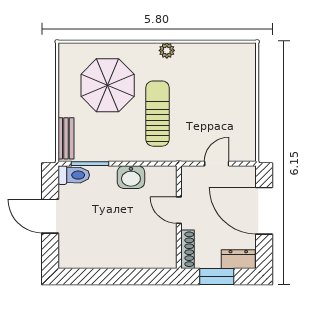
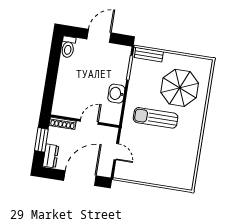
plant: (167, 50) -> (196, 131), removed
sun lounger: (158, 114) -> (156, 118), turned 180
toilet: (74, 175) -> (68, 47), moved

